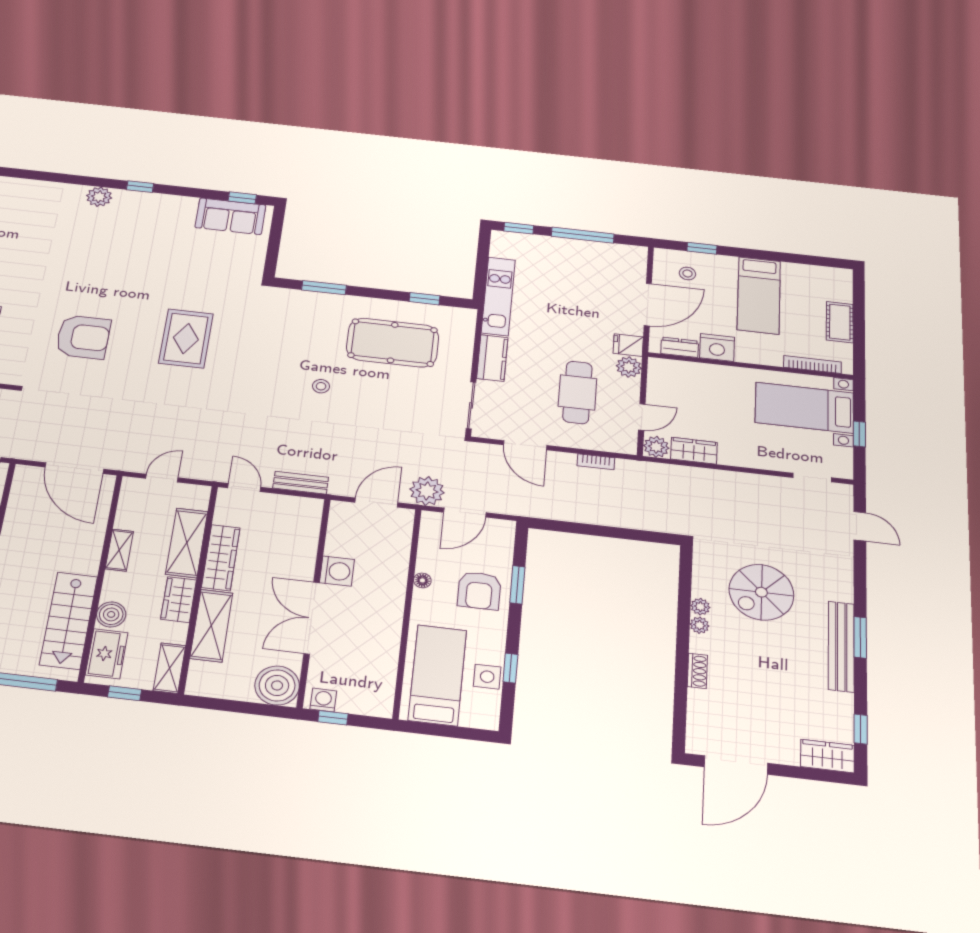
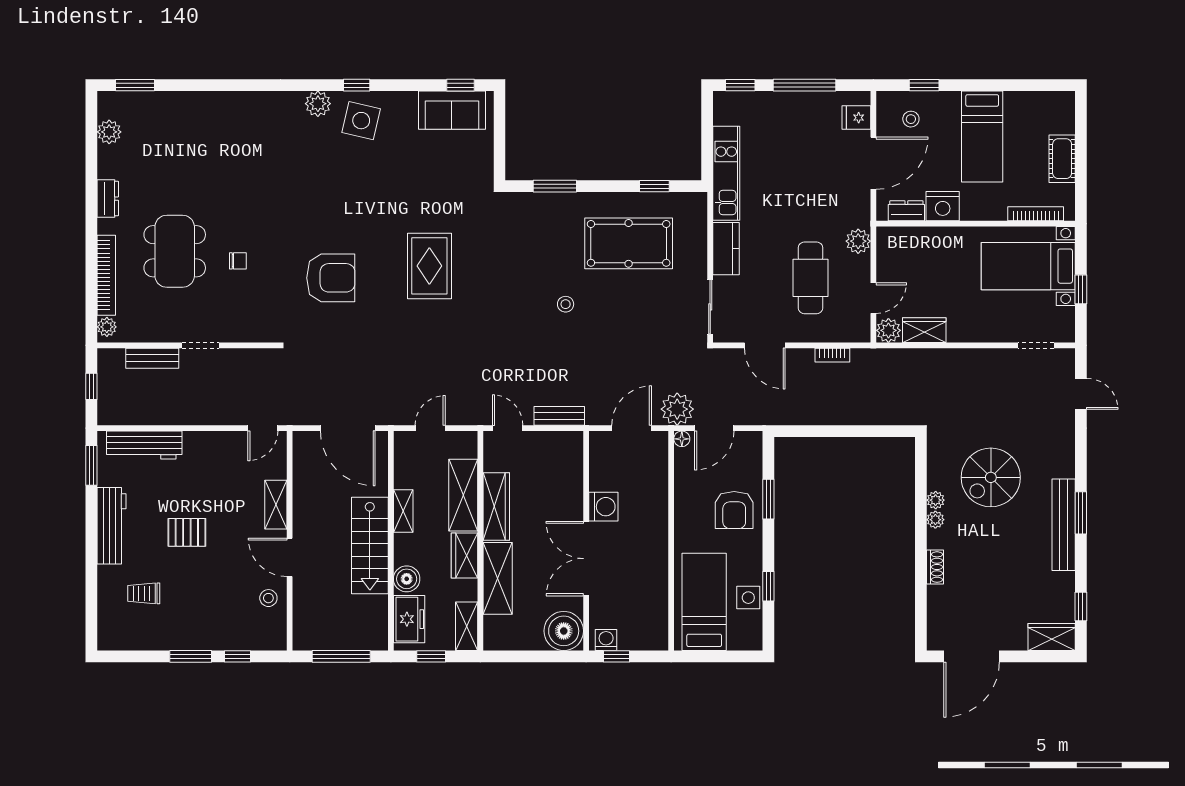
side table: (139, 214) -> (361, 121), added
fridge: (628, 345) -> (856, 118), moved
floor lamp: (422, 580) -> (682, 439), moved
stairs: (69, 620) -> (370, 546), moved

